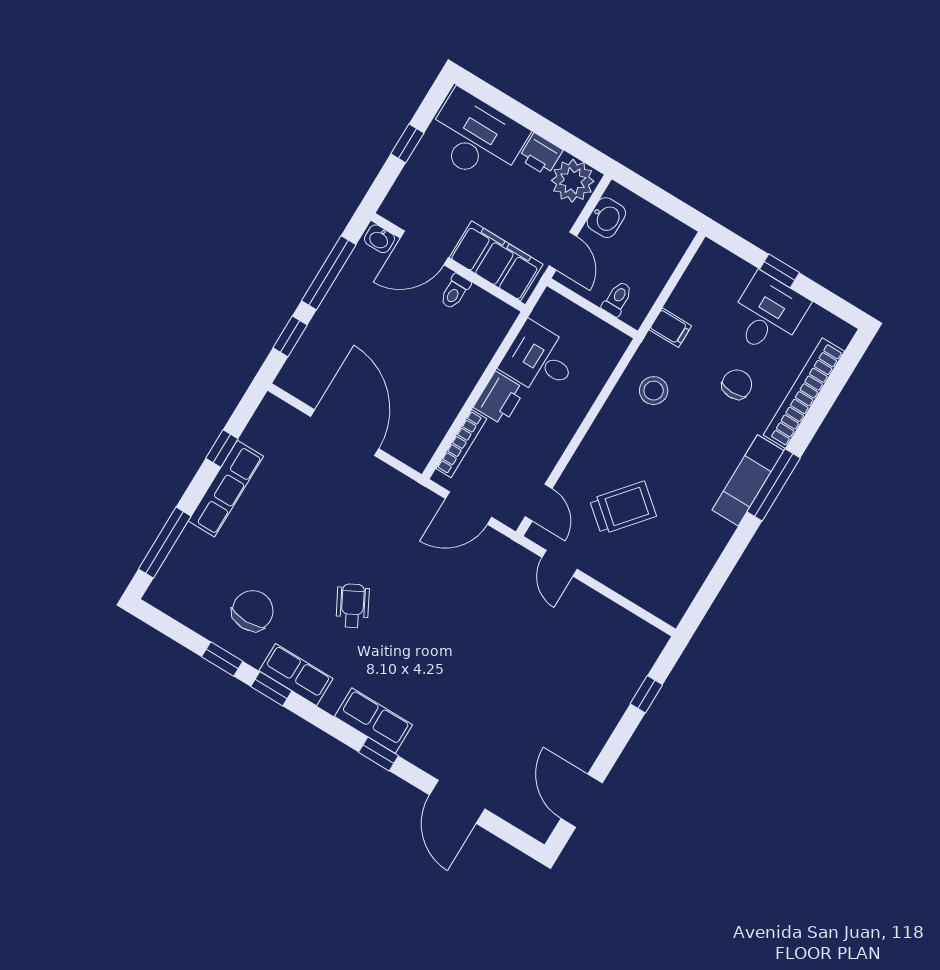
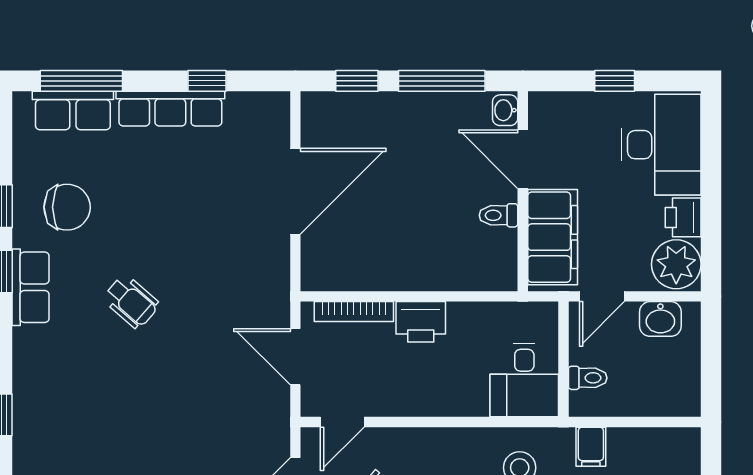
desk: (540, 360) -> (524, 380), moved, turned 180
wheelchair: (353, 606) -> (131, 302), turned 69
row of seats: (373, 721) -> (73, 110), moved, turned 90

